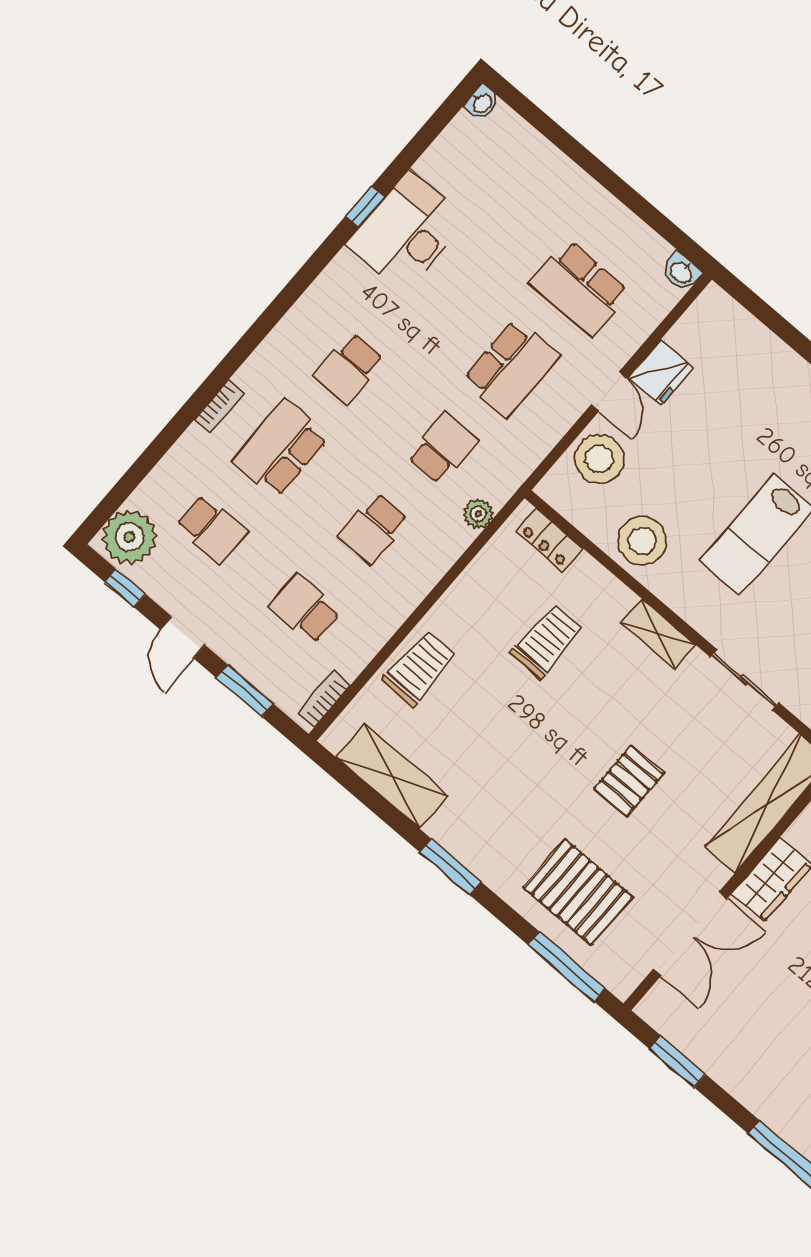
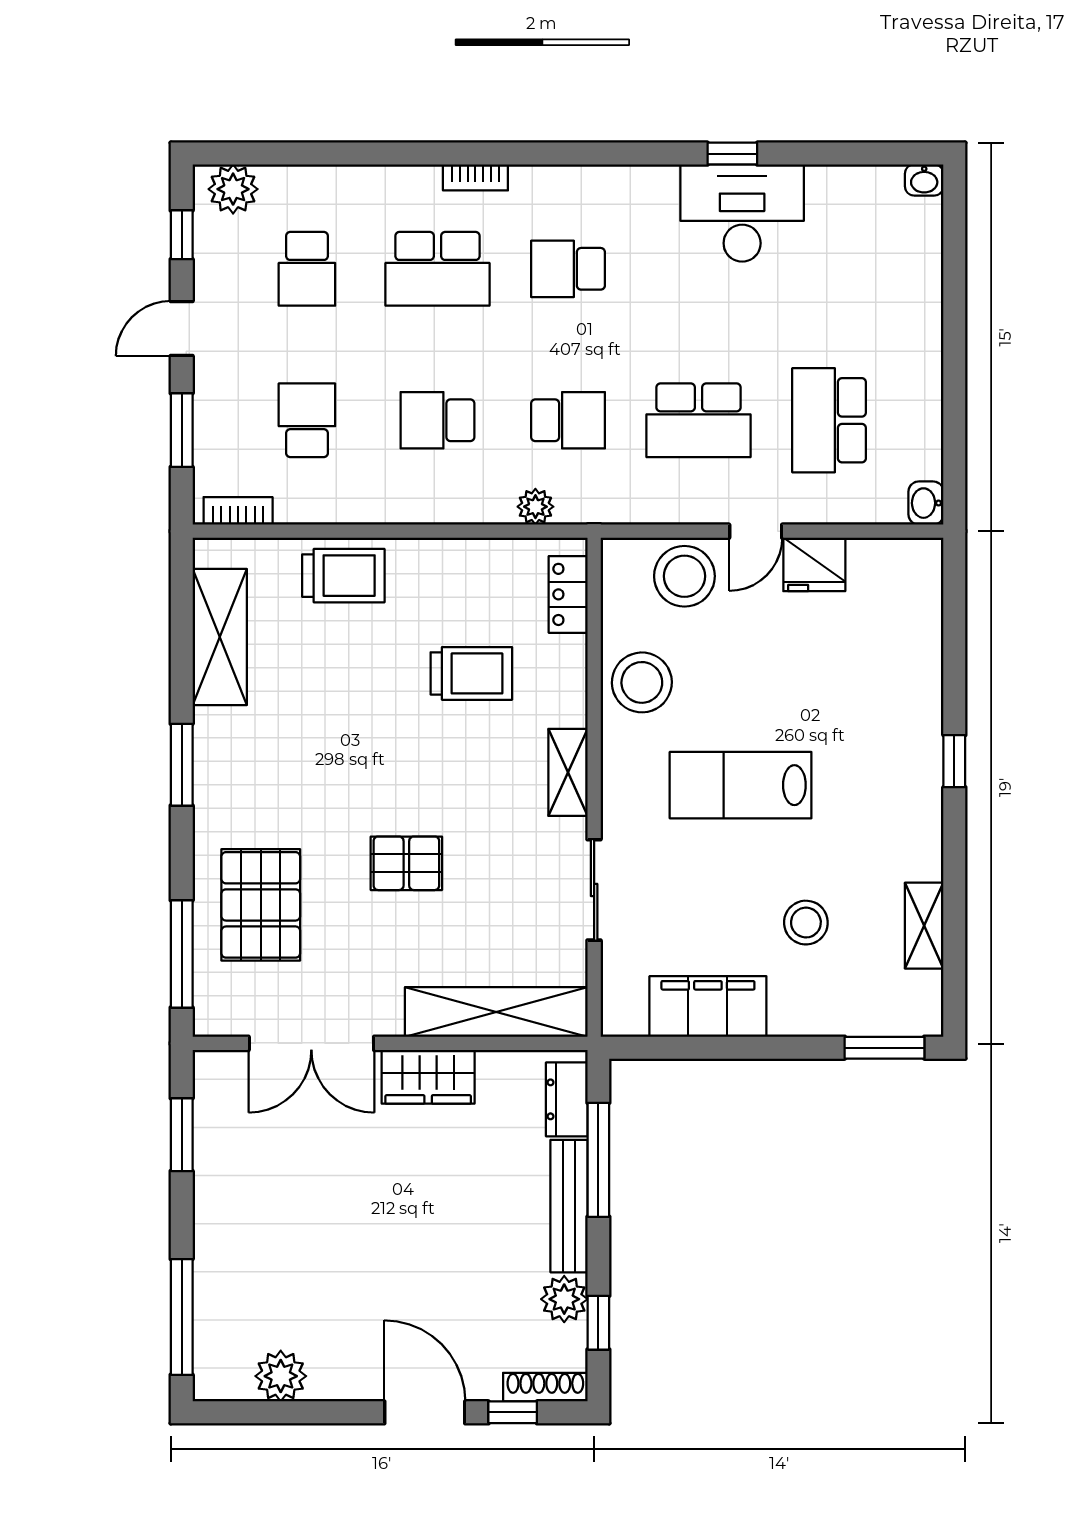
bookcase: (219, 407) -> (475, 177), moved
school desk: (280, 449) -> (437, 269), turned 180
plant: (129, 537) -> (233, 189), width x0.73, depth x0.73

